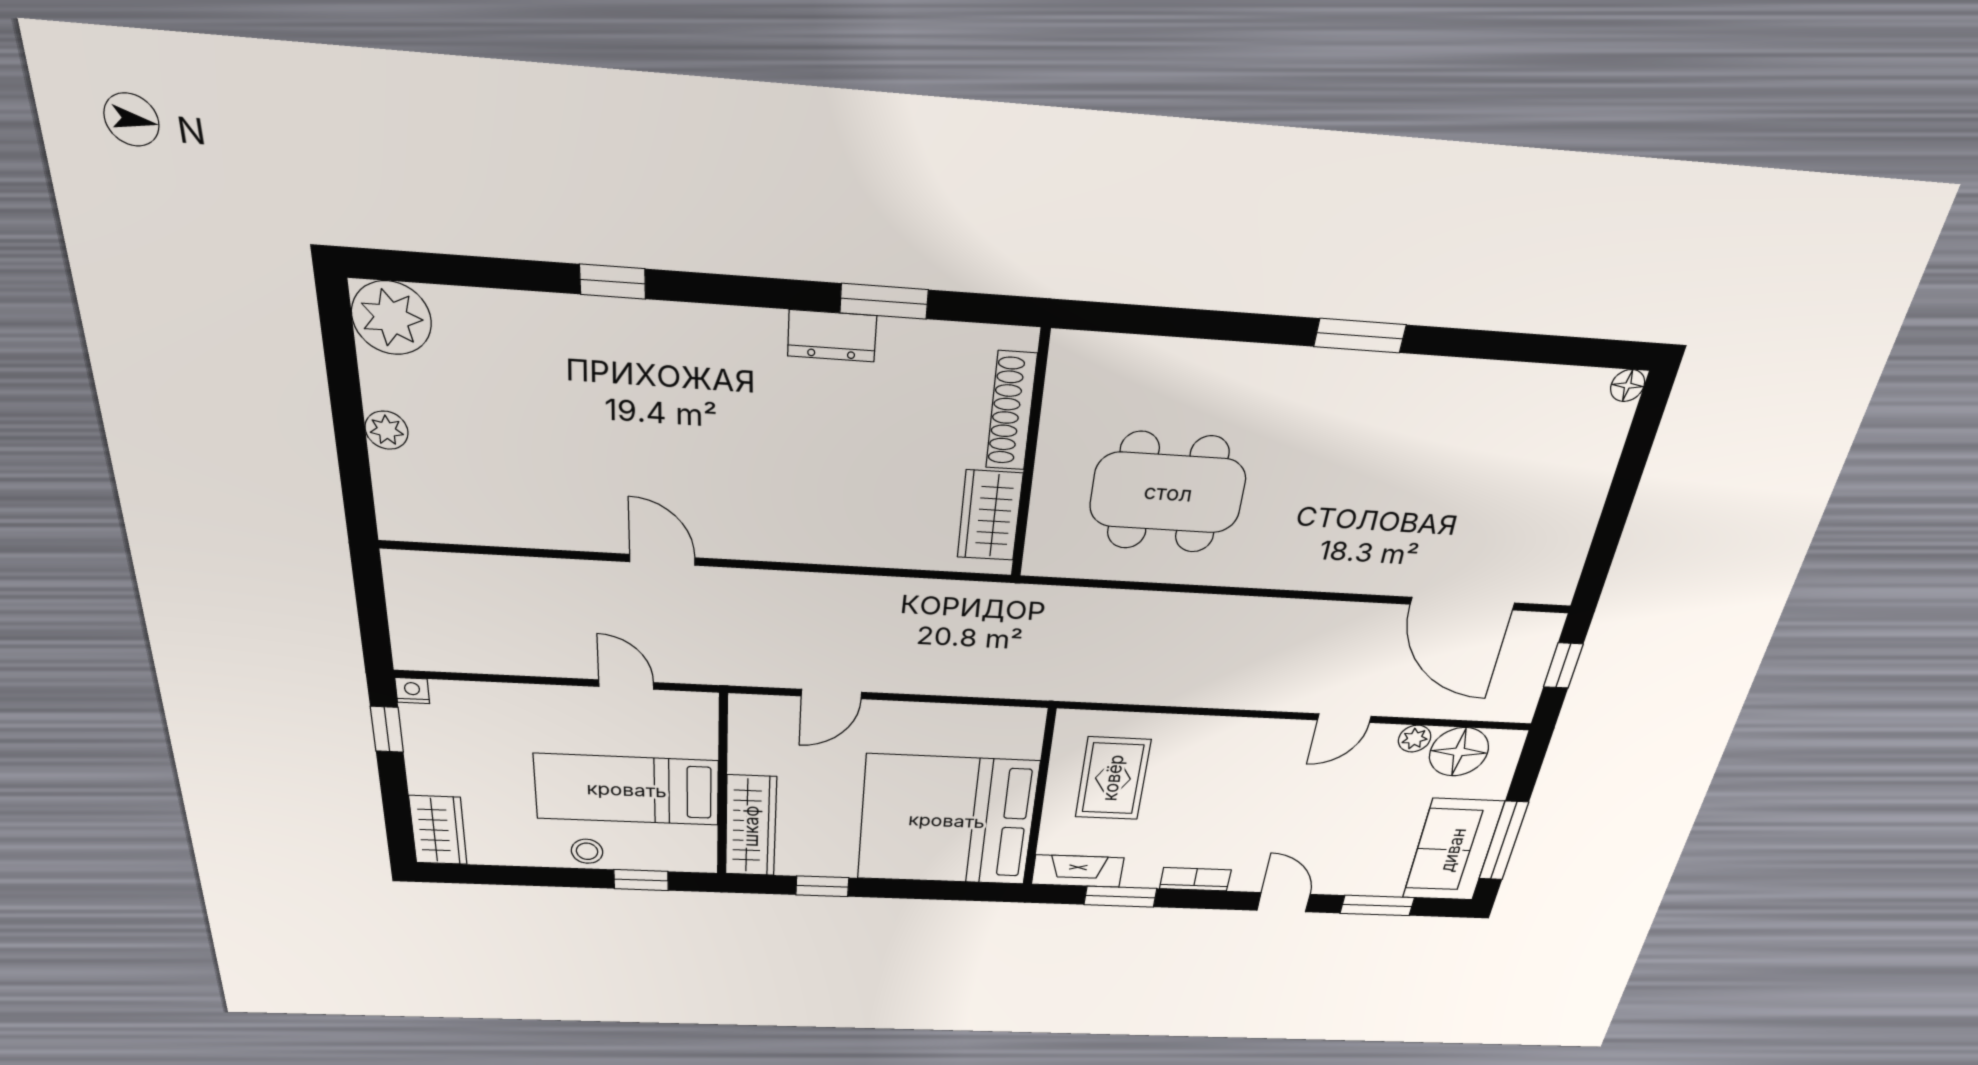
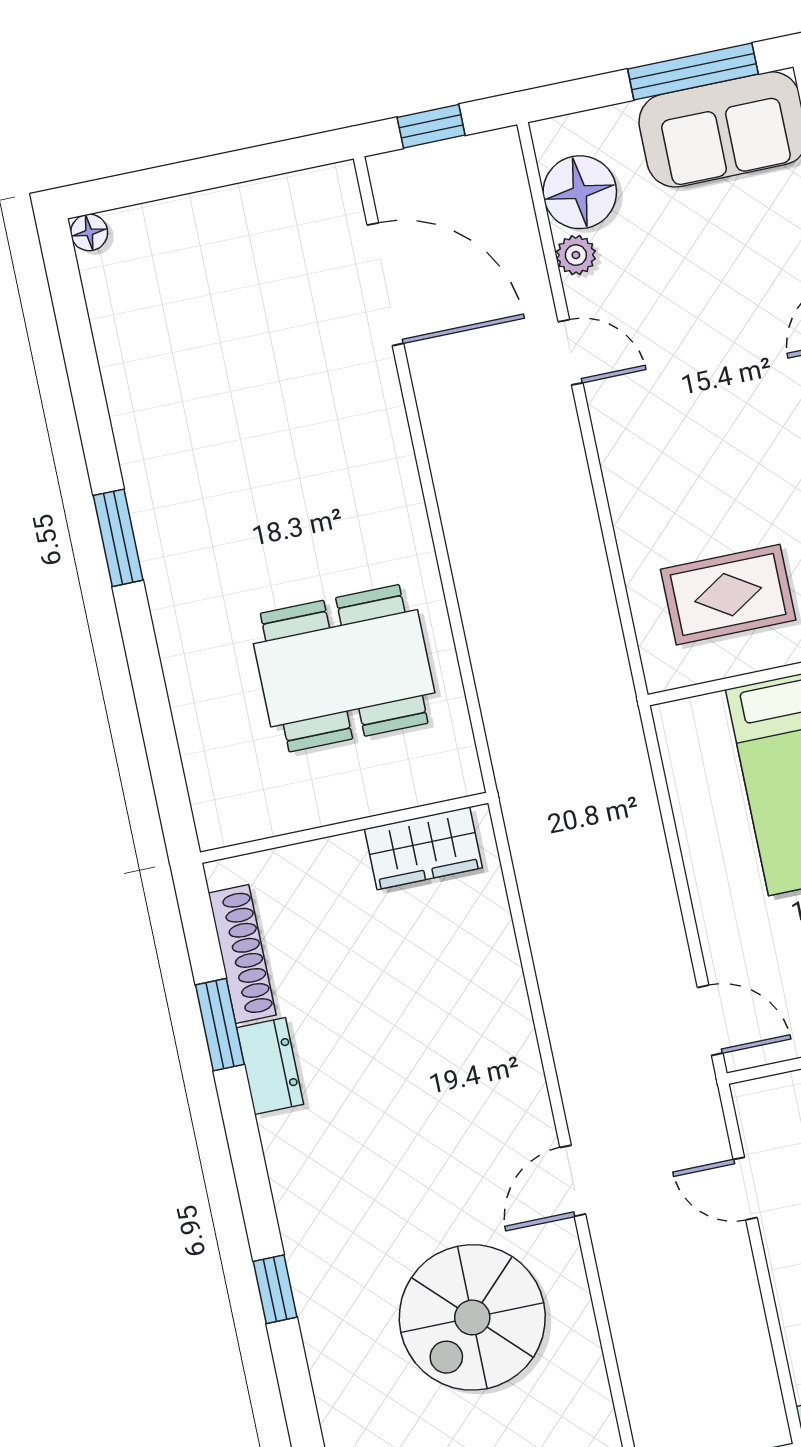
shoe rack: (1011, 411) -> (242, 954), moved, turned -90
spiral stairs: (552, 449) -> (472, 1317), added
dining table: (1168, 493) -> (344, 668), turned 90
door: (1462, 604) -> (385, 284), hinge flipped
door: (626, 684) -> (745, 1189), hinge flipped
door: (831, 694) -> (710, 1020), moved

